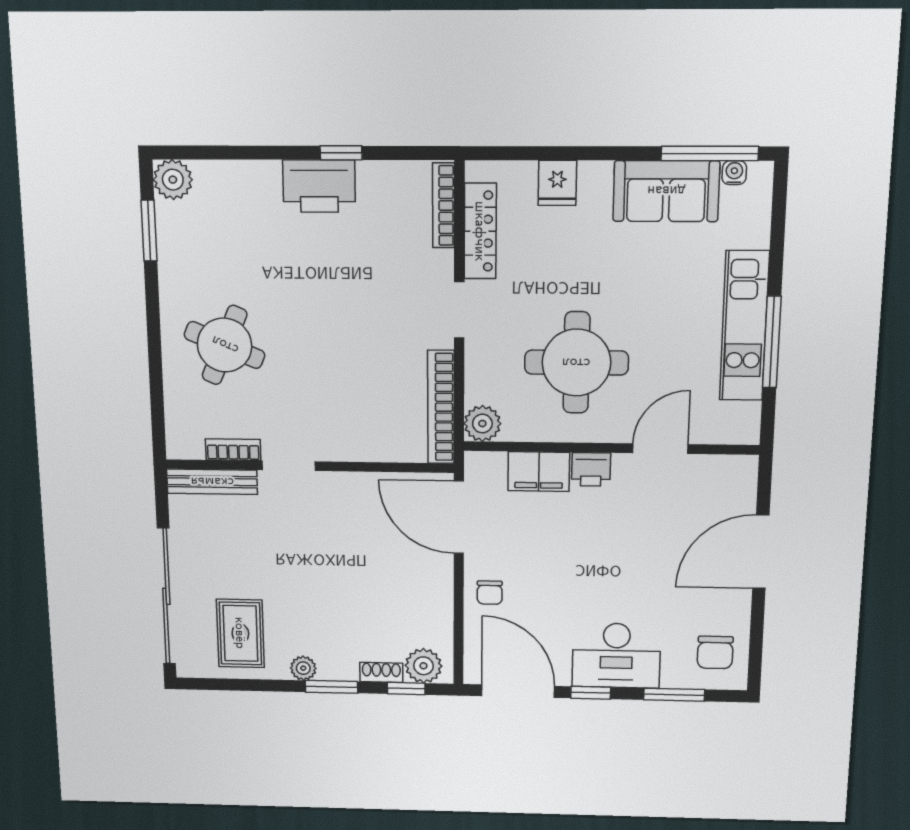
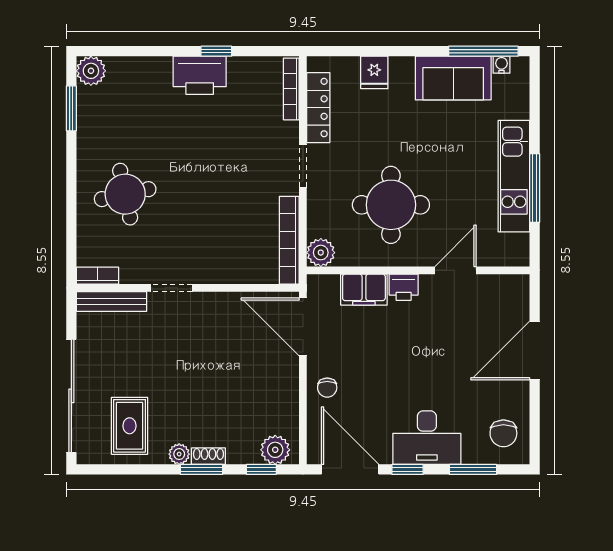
round table: (225, 345) -> (125, 194), turned -35
bookcase: (233, 450) -> (98, 276), moved
shoe rack: (381, 672) -> (208, 456), moved

